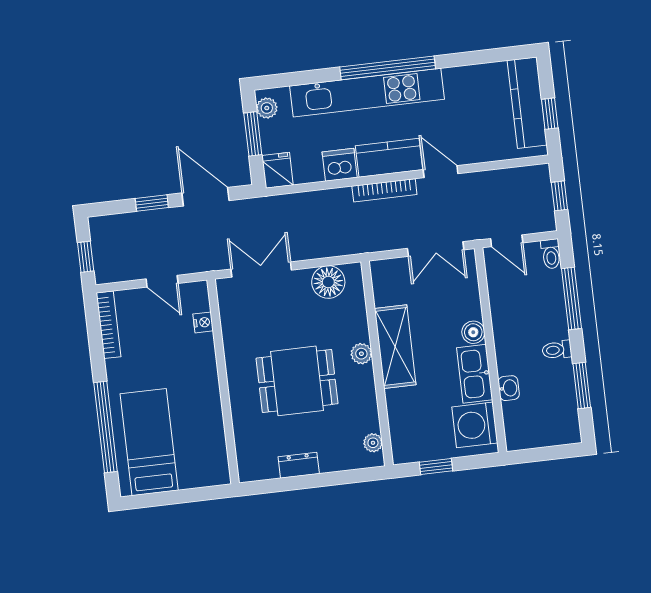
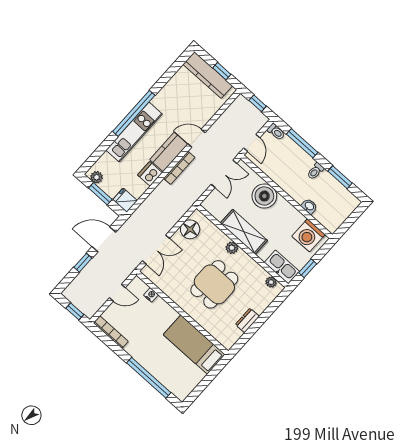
kitchen unit: (367, 93) -> (134, 132), width x0.73
door: (507, 241) -> (252, 143), hinge flipped
double door: (261, 270) -> (156, 250), swing flipped
boiler: (473, 332) -> (264, 196), width x1.86, depth x1.86
kitchen sink: (475, 374) -> (282, 267), moved, turned 180
bed: (149, 442) -> (194, 345), moved

